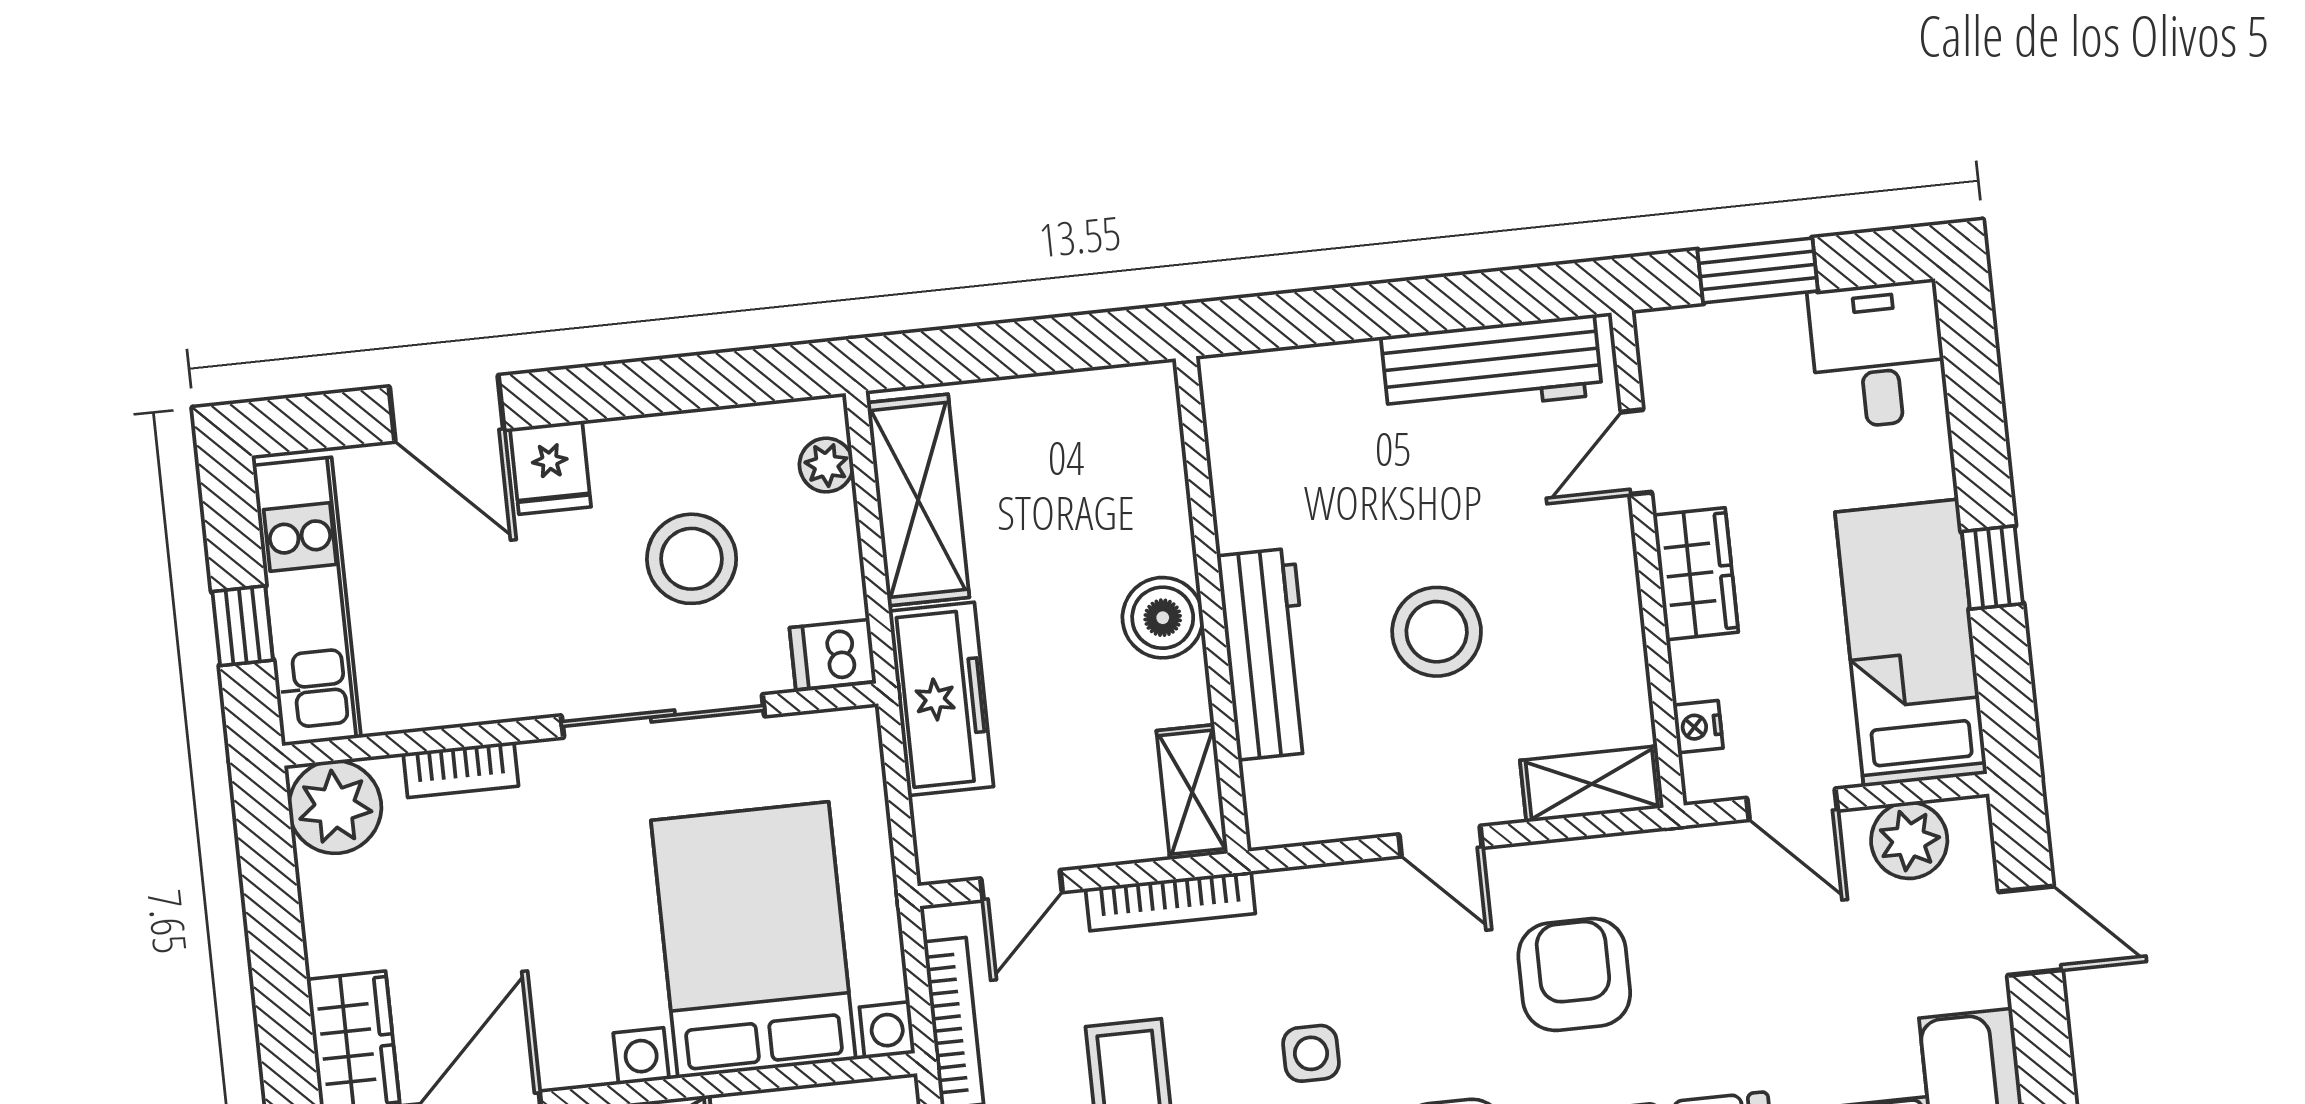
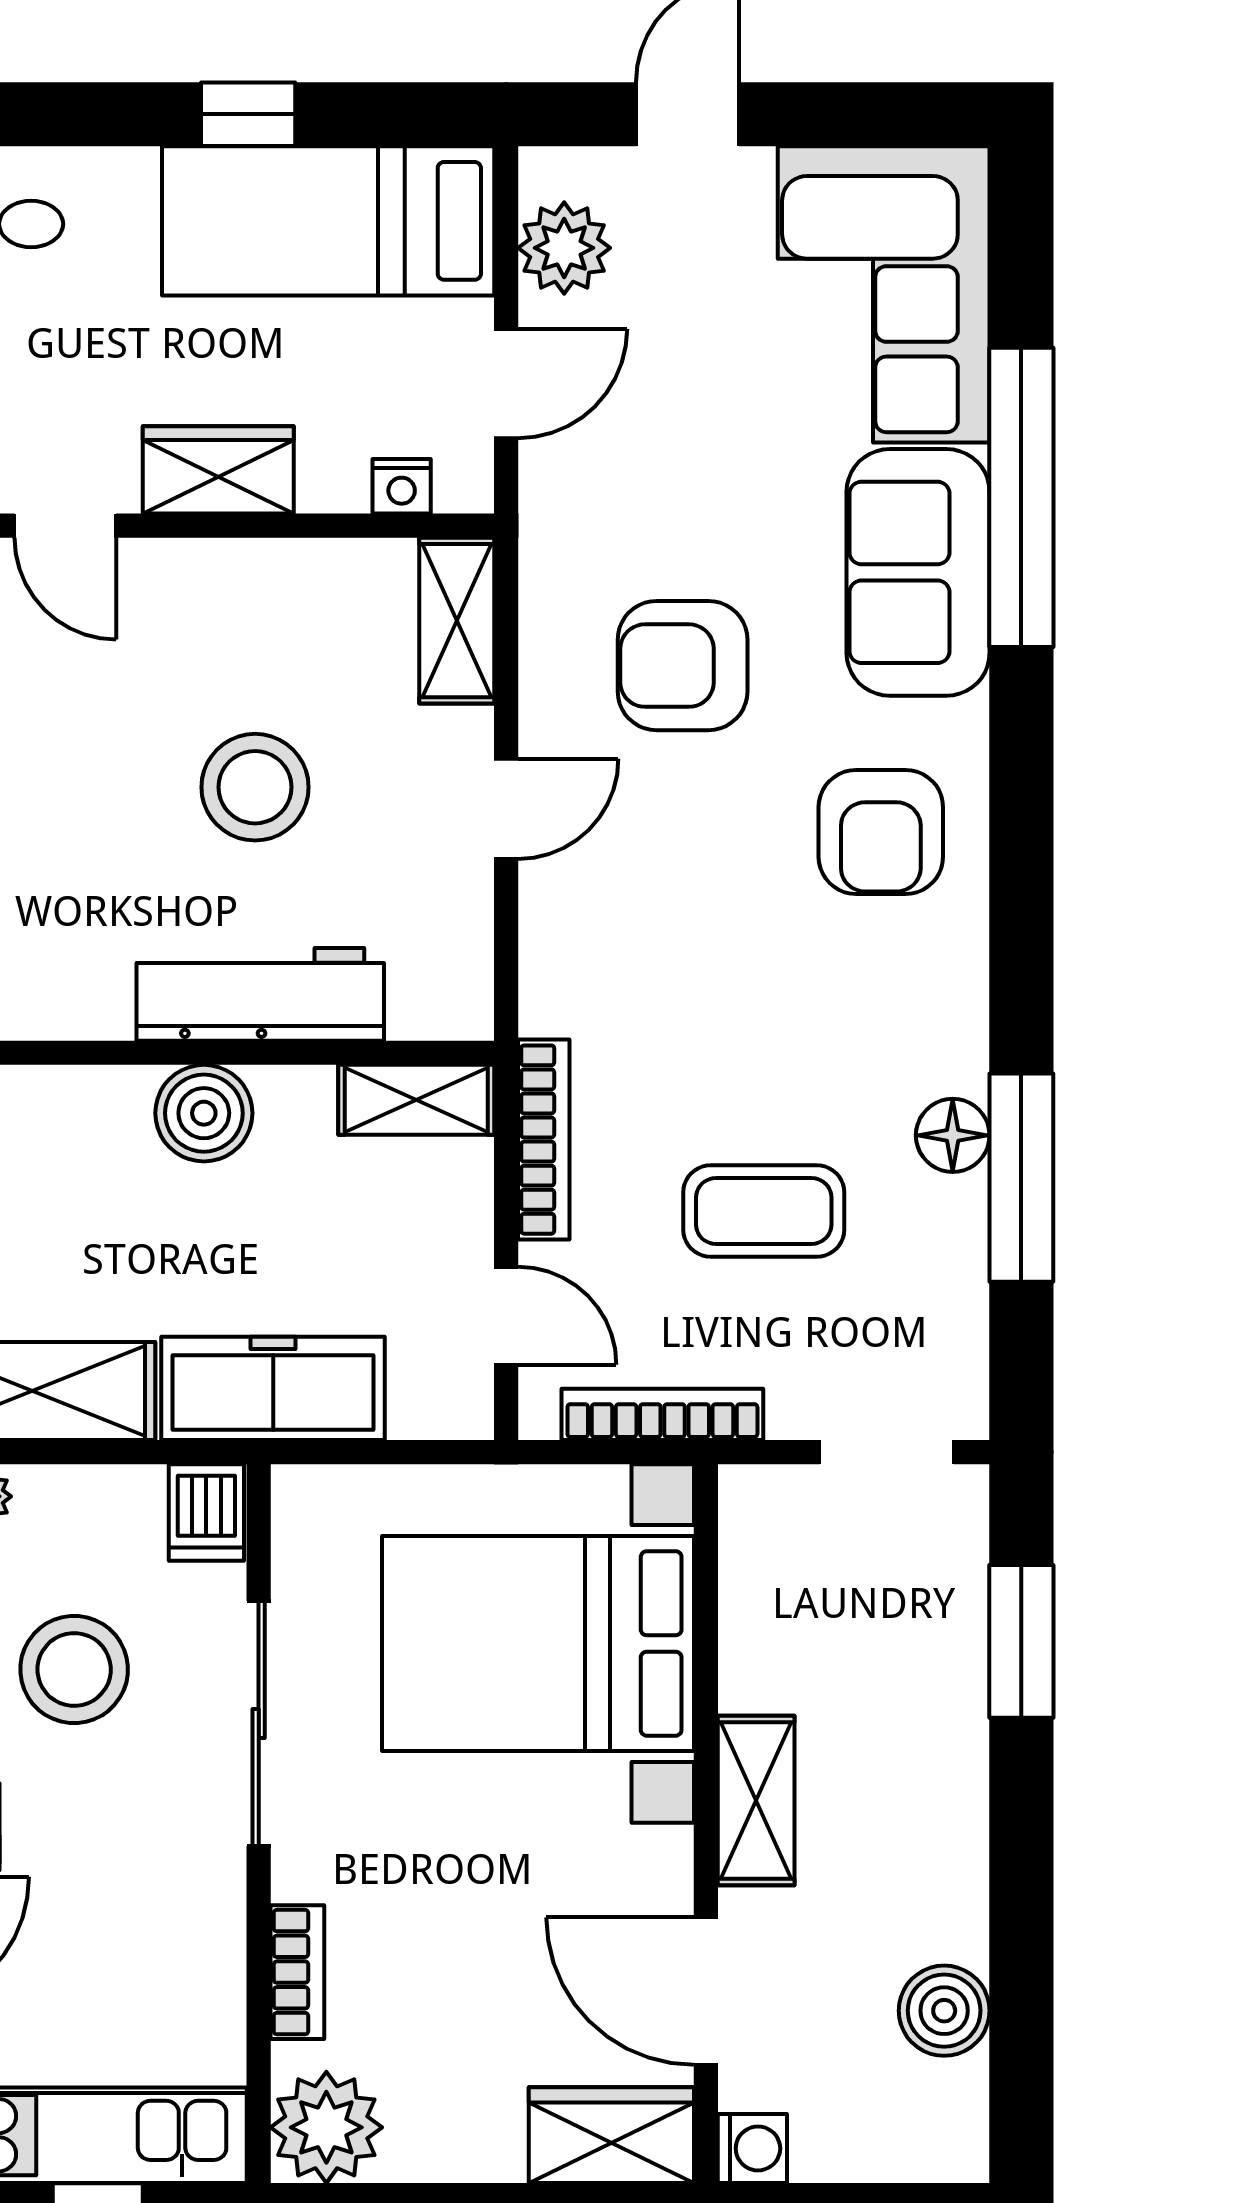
side table: (1311, 1053) -> (744, 990), removed

